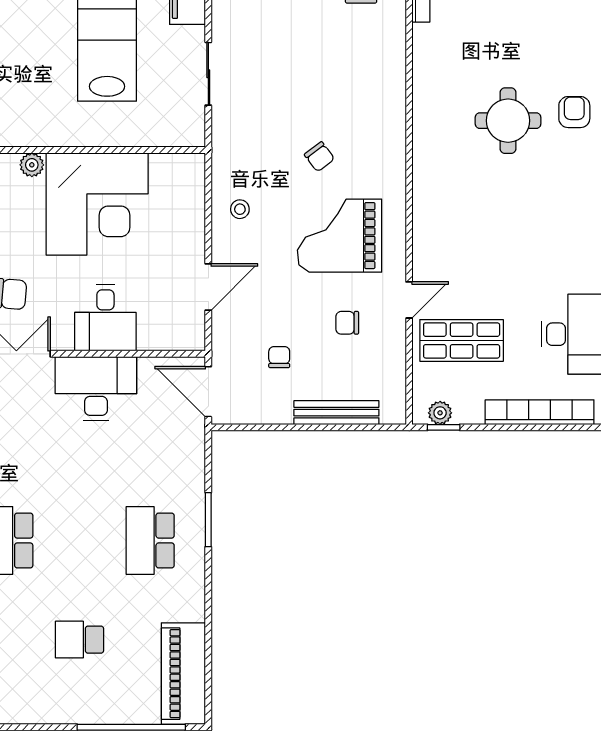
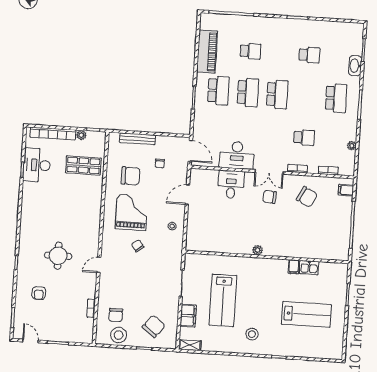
armchair: (574, 112) -> (39, 293), moved
corner desk: (97, 204) -> (231, 232), removed
grand piano: (339, 236) -> (131, 212), turned -90
door: (409, 300) -> (99, 265), moved
chair: (347, 323) -> (131, 176), width x1.87, depth x1.87
plant: (440, 413) -> (81, 135), moved
school desk: (80, 540) -> (248, 92), added
piano: (183, 674) -> (207, 52), moved

